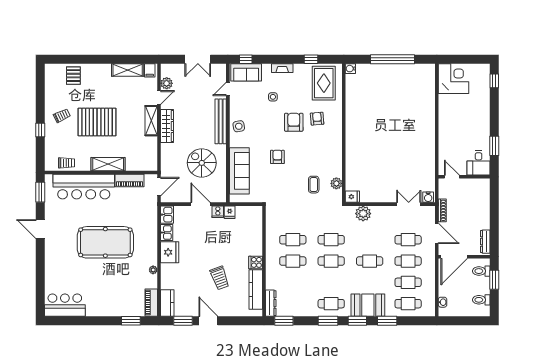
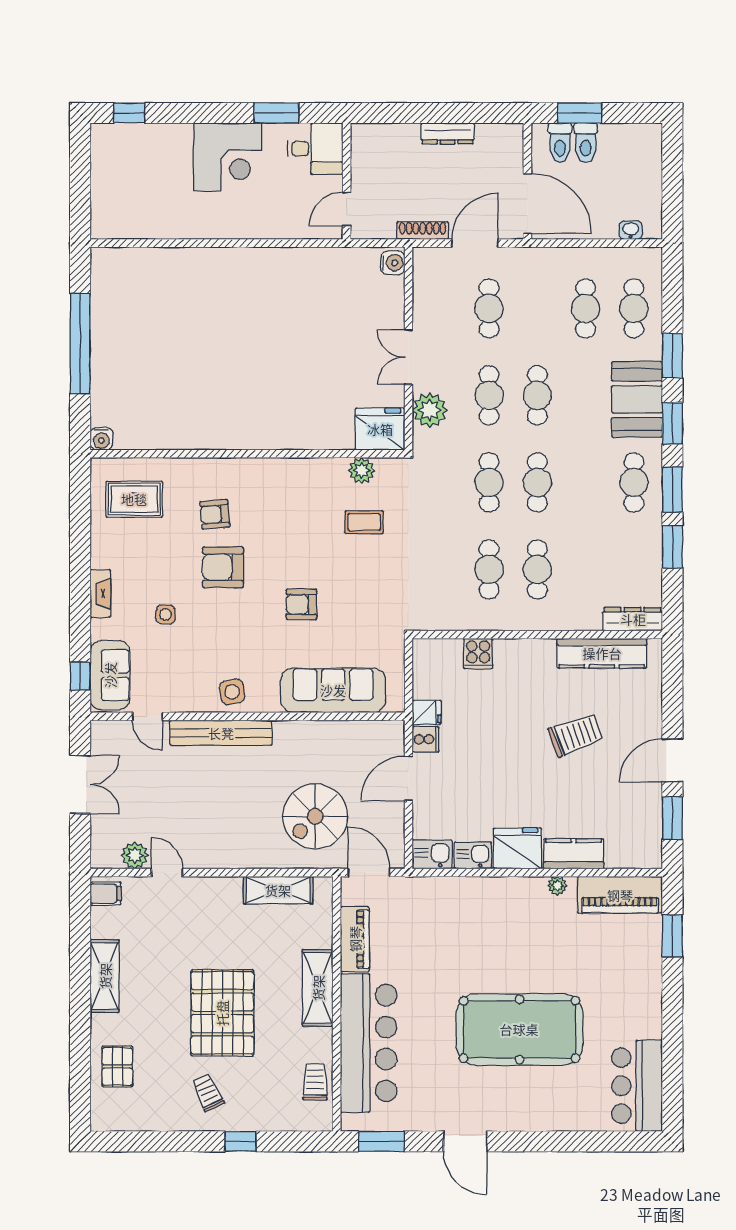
window: (311, 59) -> (80, 528), removed
shelving: (128, 70) -> (105, 976), moved
pallet: (73, 76) -> (117, 1066), turned 90
corner desk: (454, 79) -> (228, 157), moved, turned 180
rug: (324, 83) -> (134, 499), width x0.73, depth x0.70
shelving: (151, 121) -> (278, 890), moved
wardrobe: (167, 126) -> (232, 854), removed
spiral stairs: (202, 163) -> (315, 816), moved
fridge: (352, 197) -> (380, 429), width x1.88, depth x1.34
double door: (409, 204) -> (408, 357), moved
door: (40, 229) -> (465, 1141), hinge flipped
pool table: (105, 242) -> (519, 1029), moved, turned 90
dresser: (485, 242) -> (448, 133), moved
cafe table: (408, 261) -> (489, 395), moved
cooker: (256, 262) -> (478, 654), moved
toilet: (481, 300) -> (586, 143), moved
piano: (151, 303) -> (620, 895), width x1.37, depth x1.33
kitchen counter: (167, 303) -> (574, 854), moved
window: (284, 321) -> (672, 547), moved

